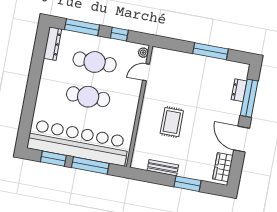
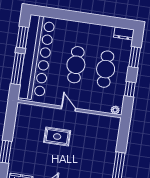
window: (82, 27) -> (135, 57), width x0.69
dresser: (53, 44) -> (124, 33), width x0.70
door: (146, 72) -> (68, 109), moved
bench: (163, 168) -> (18, 130), removed

